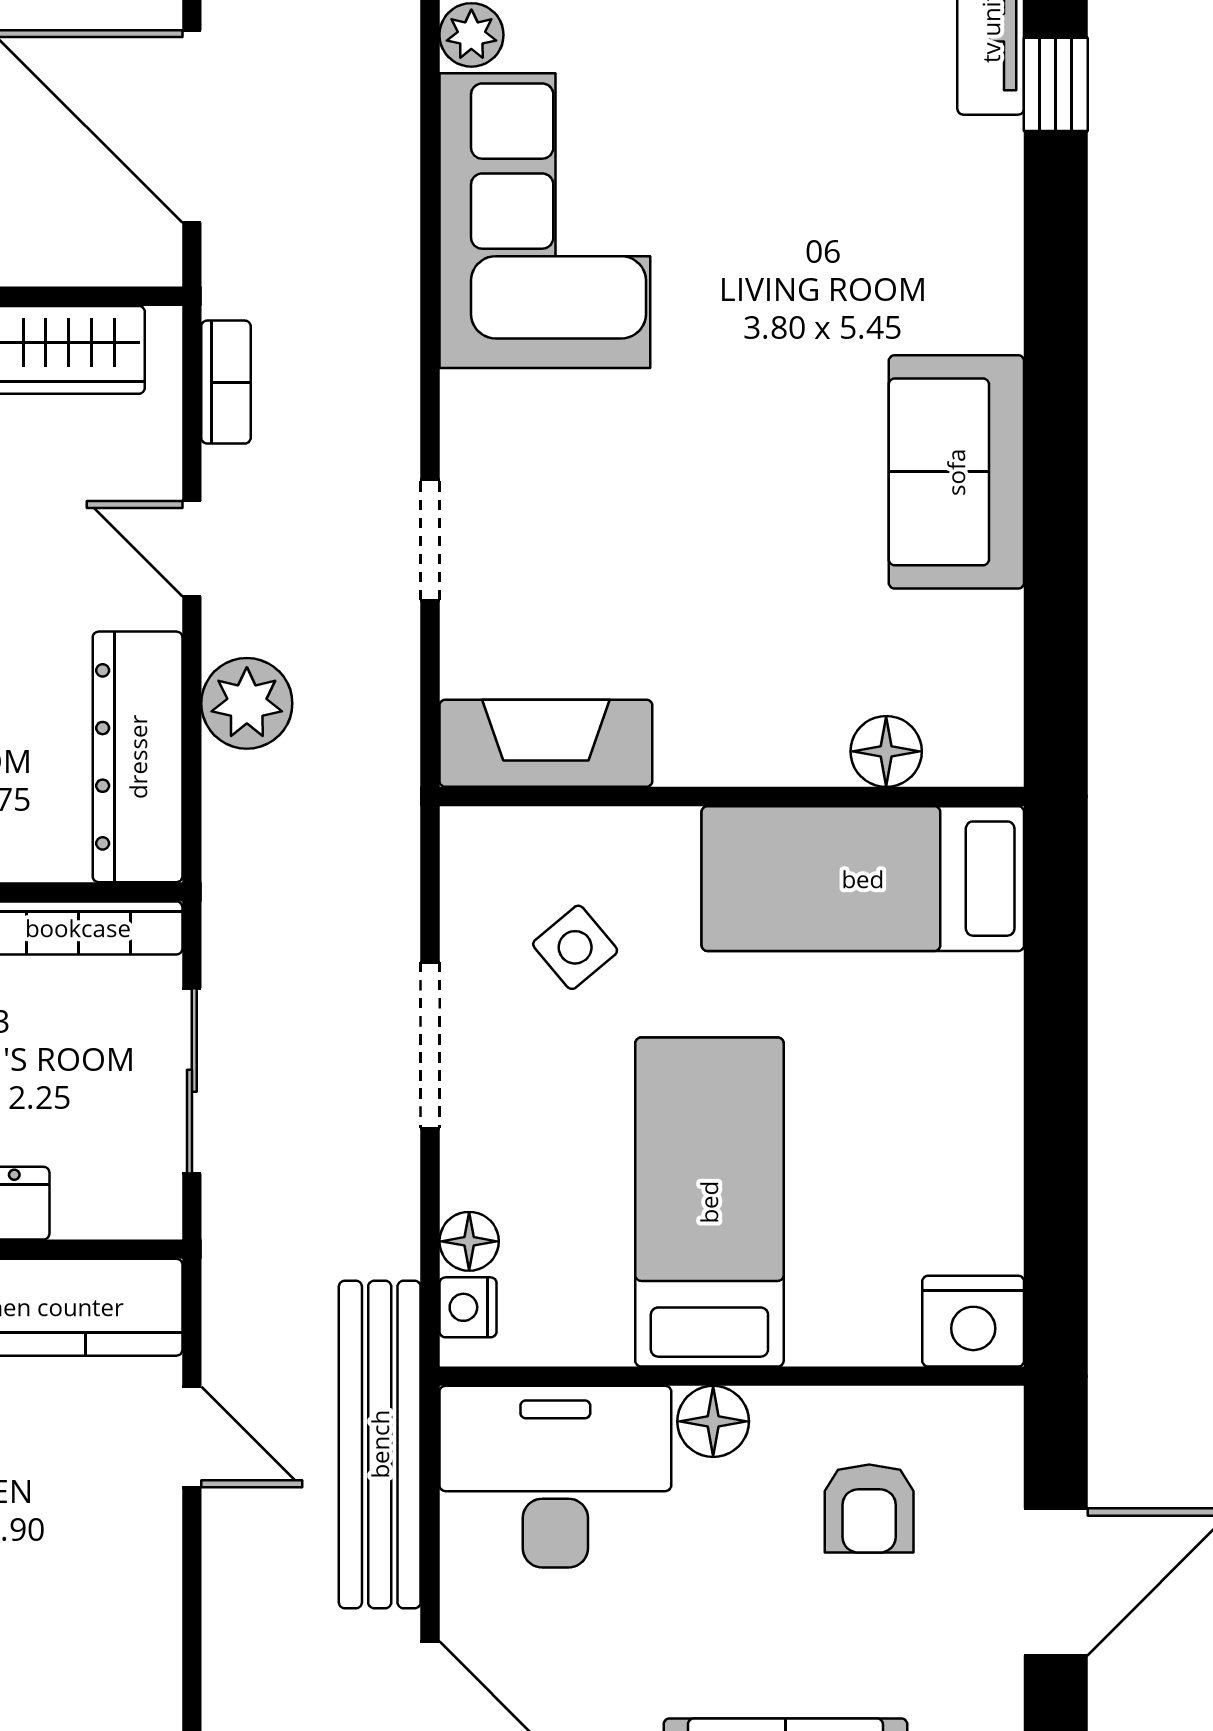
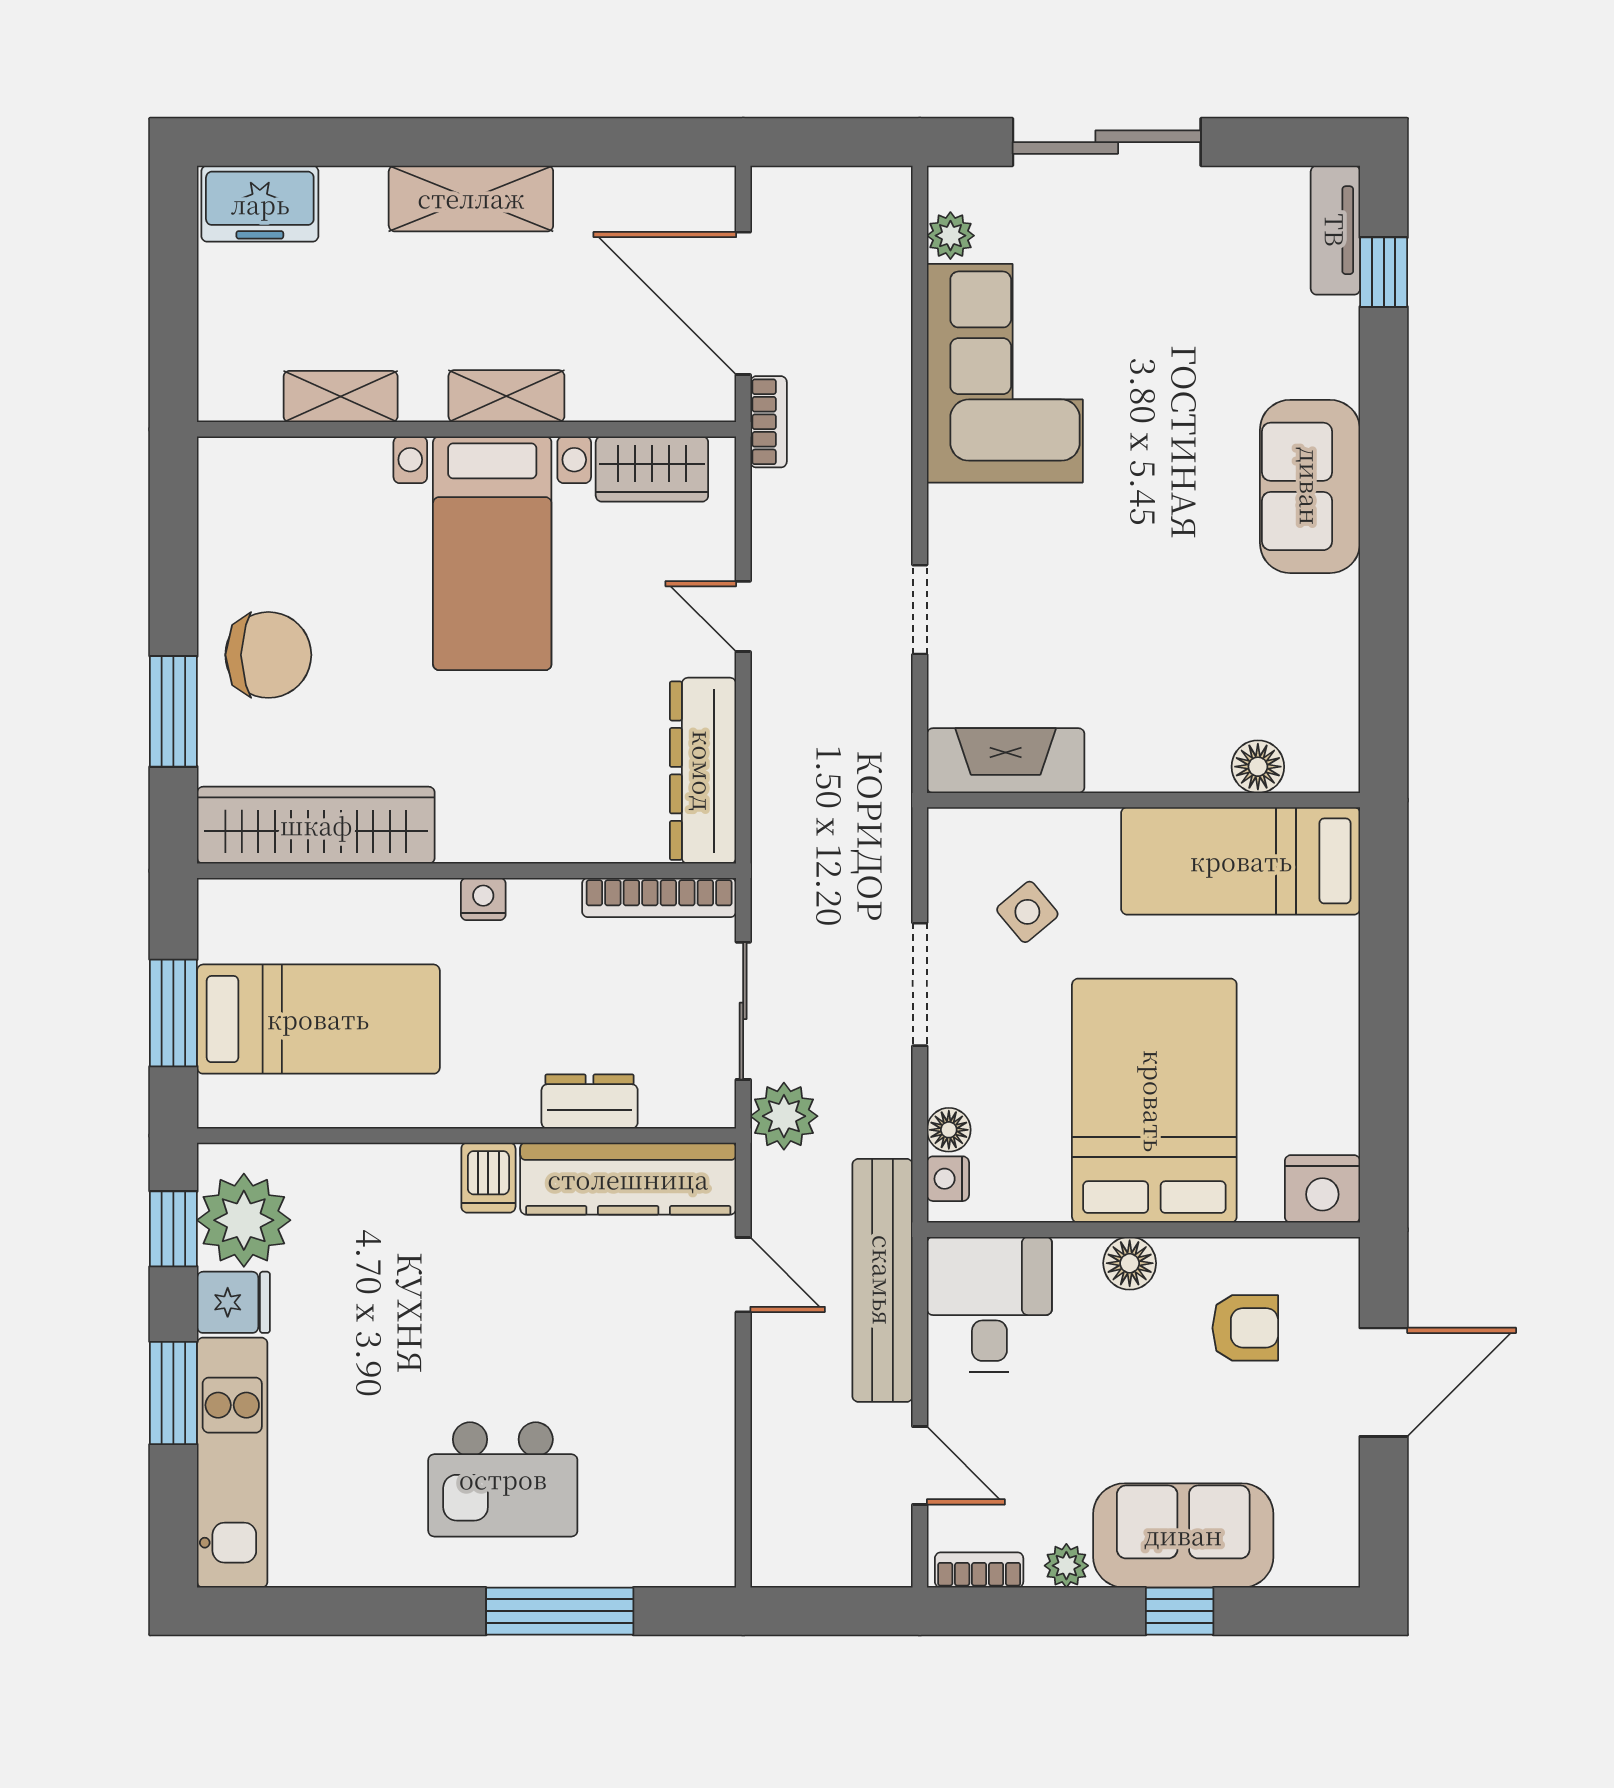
bookcase: (226, 382) -> (769, 422), moved
sofa: (956, 472) -> (1310, 486), moved
plant: (247, 703) -> (784, 1116), moved
bed: (709, 1202) -> (1154, 1101), width x1.50
desk: (555, 1477) -> (989, 1304), width x0.73
armchair: (869, 1509) -> (1245, 1328), turned -90

